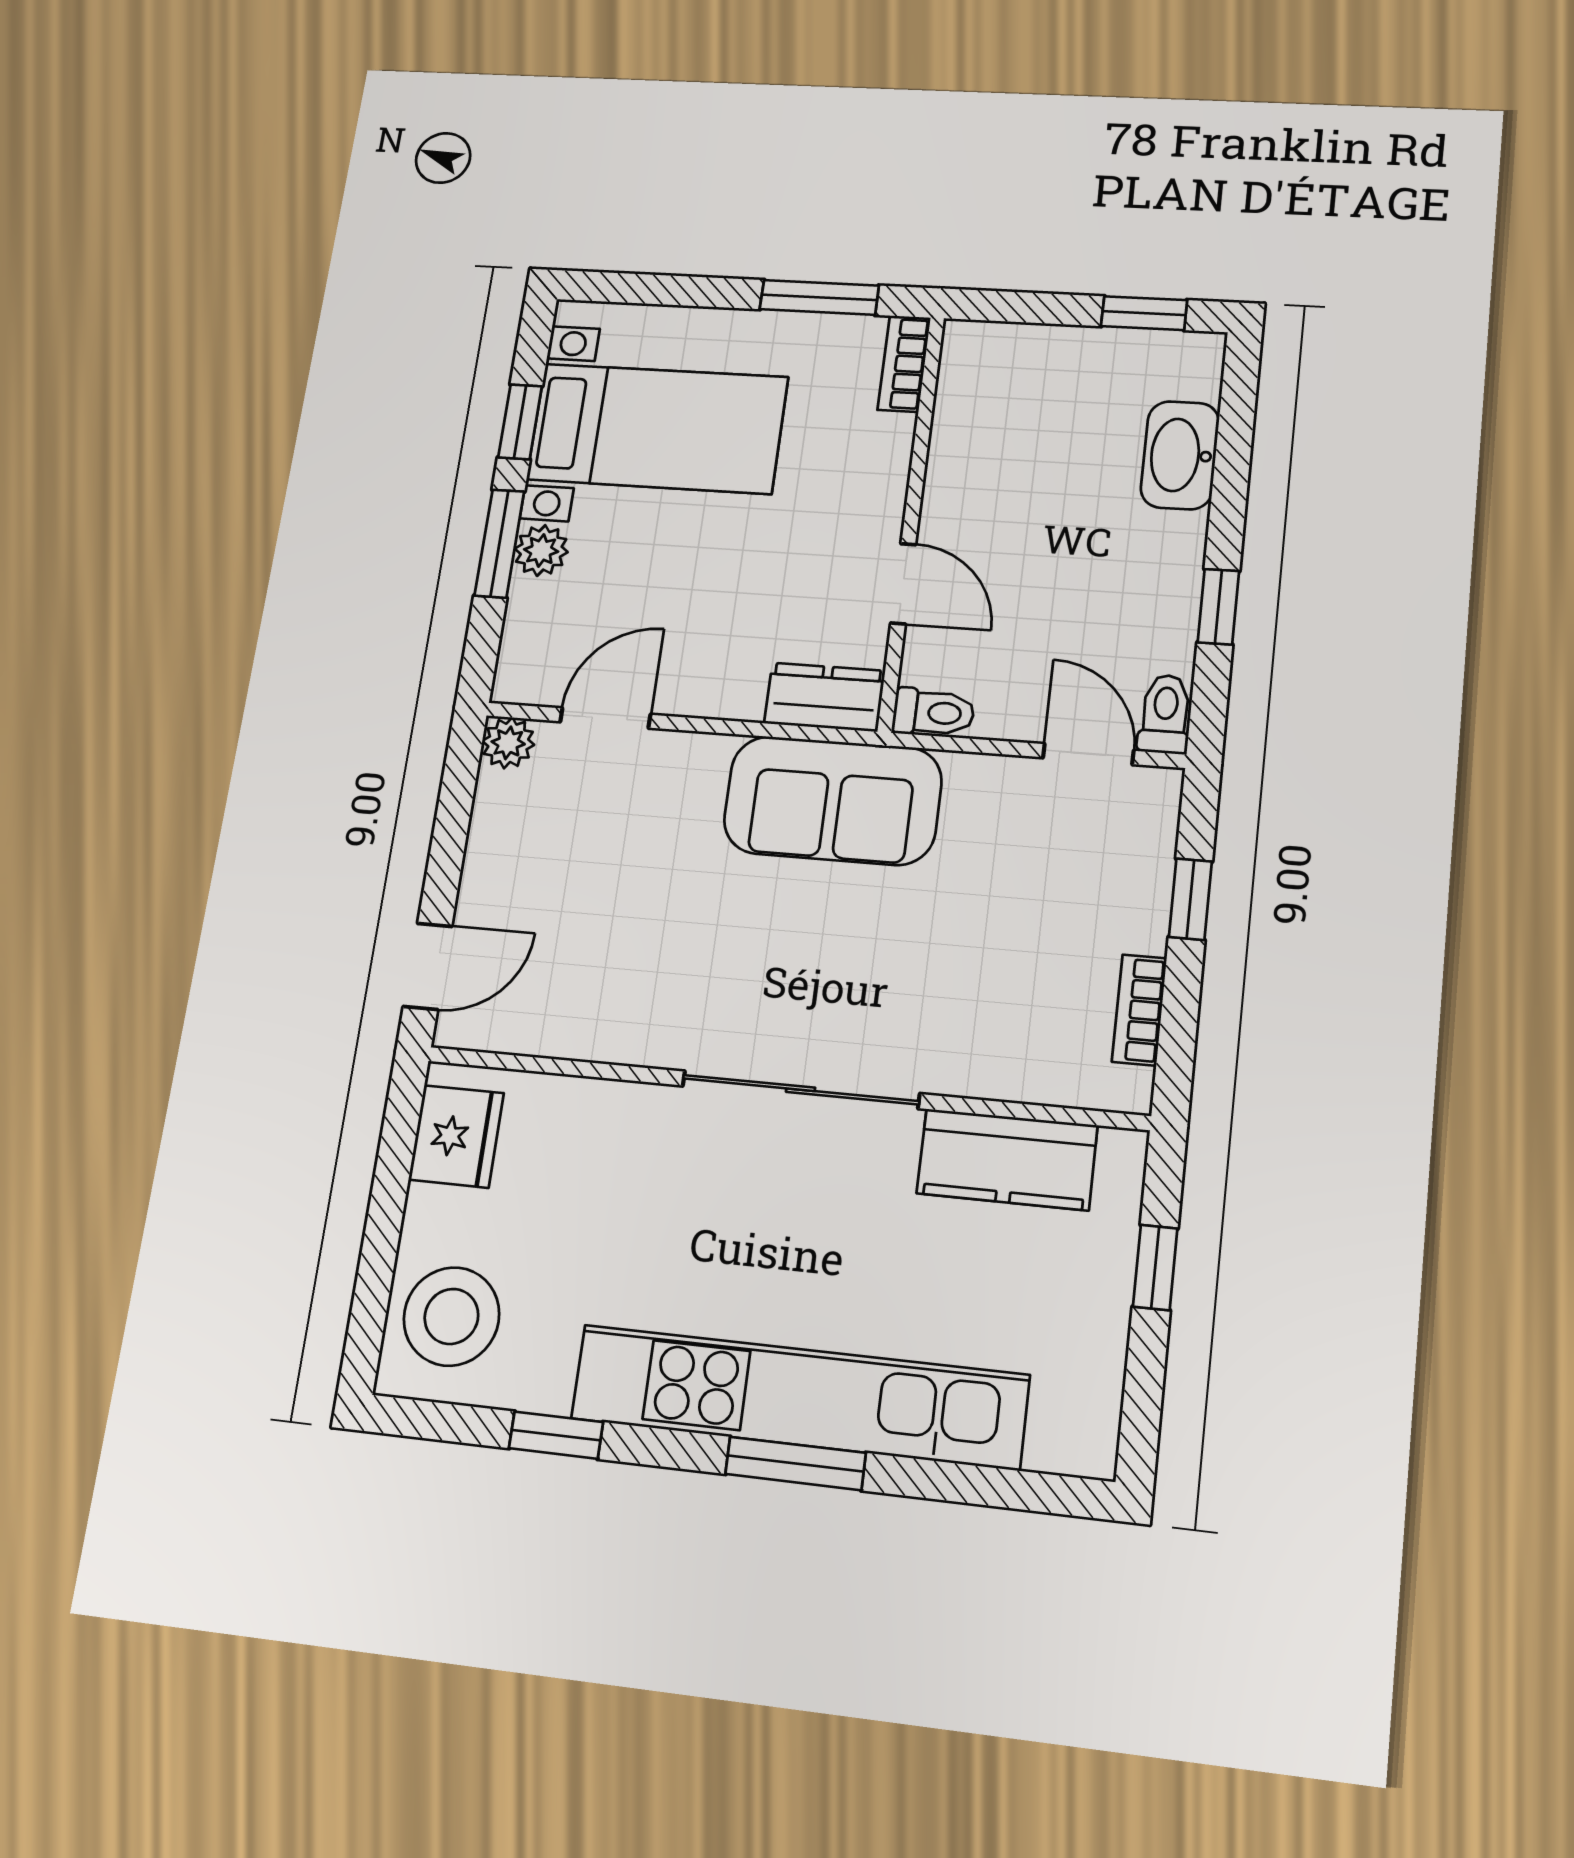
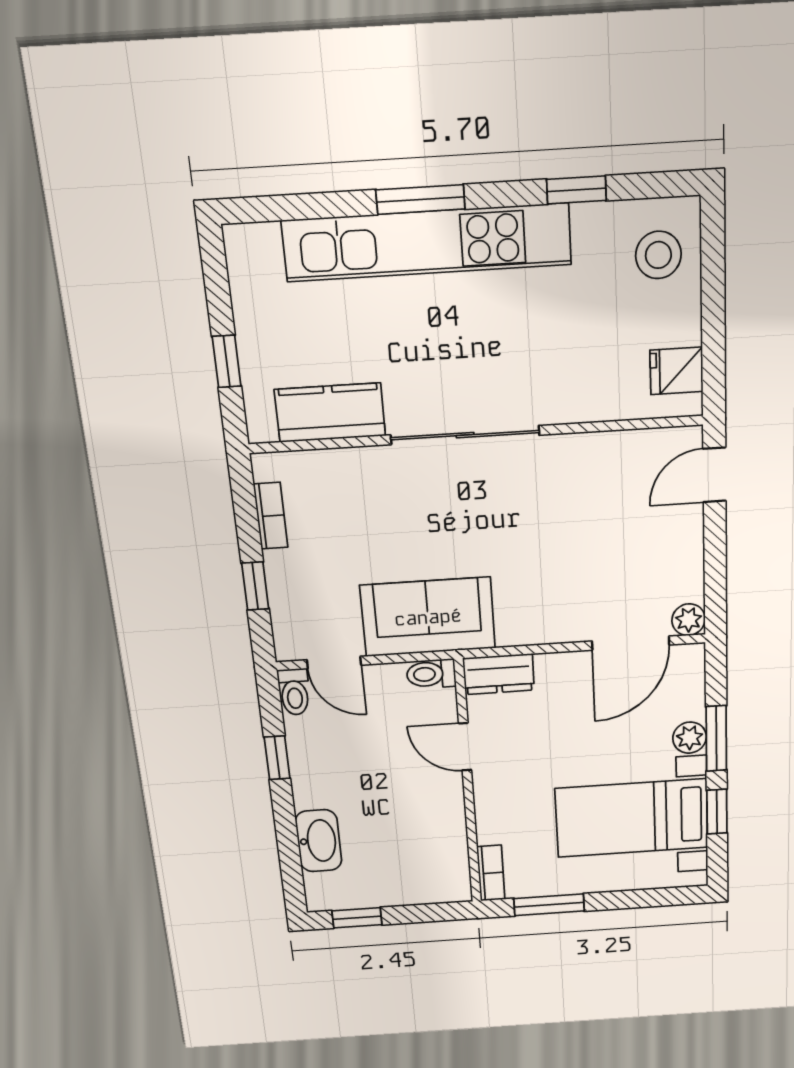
door: (605, 718) -> (631, 643), width x1.37
sofa: (833, 800) -> (428, 617), moved
fridge: (456, 1136) -> (677, 371), width x0.72
stool: (451, 1316) -> (658, 255), width x0.73, depth x0.73

